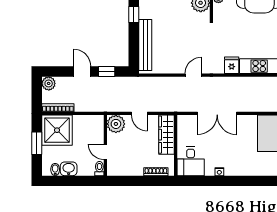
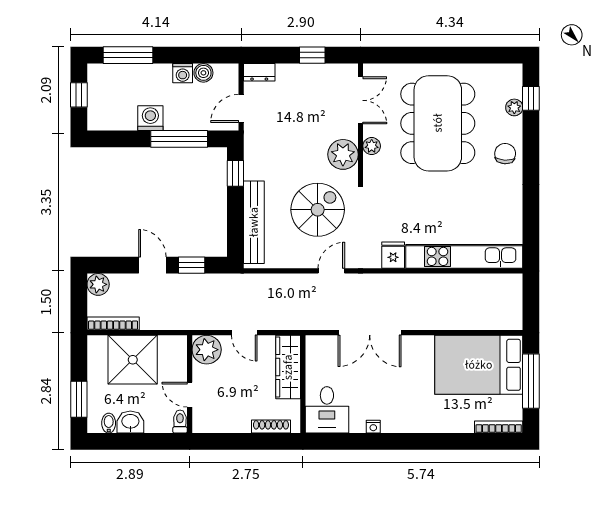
spiral stairs: (185, 37) -> (318, 210), added
shower: (57, 130) -> (133, 360), moved
window: (37, 143) -> (79, 399), moved

